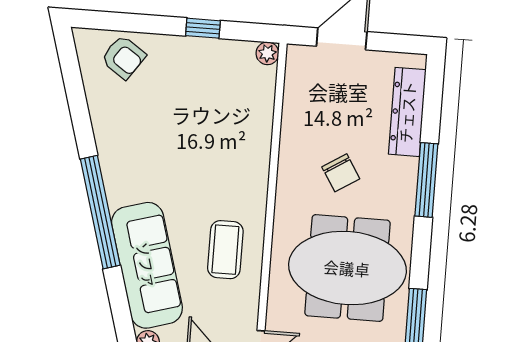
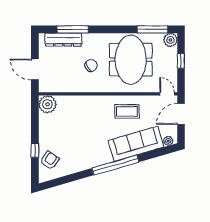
window: (203, 28) -> (35, 150), moved
plant: (267, 53) -> (48, 104), width x1.88, depth x1.88
window: (426, 180) -> (73, 29), moved

